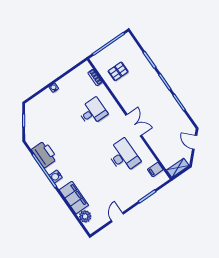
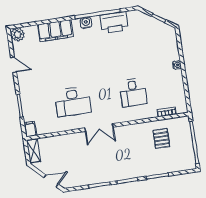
filing cabinet: (155, 170) -> (30, 129), moved
plant: (85, 216) -> (18, 35), moved

